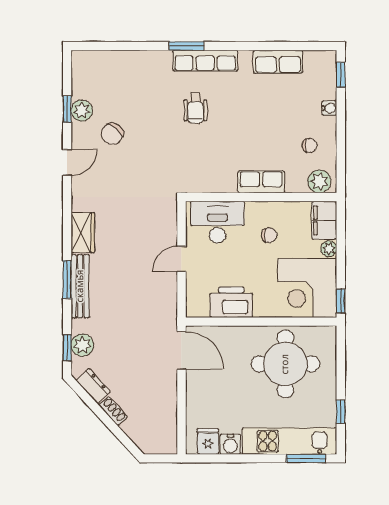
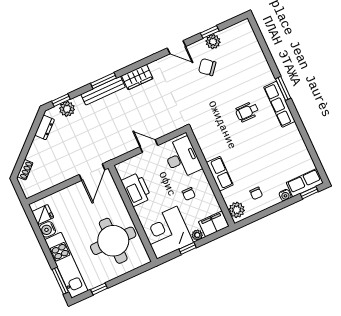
row of seats: (278, 62) -> (305, 183), moved, turned 90
window: (341, 301) -> (188, 248), moved
shoe rack: (113, 411) -> (25, 170), moved

